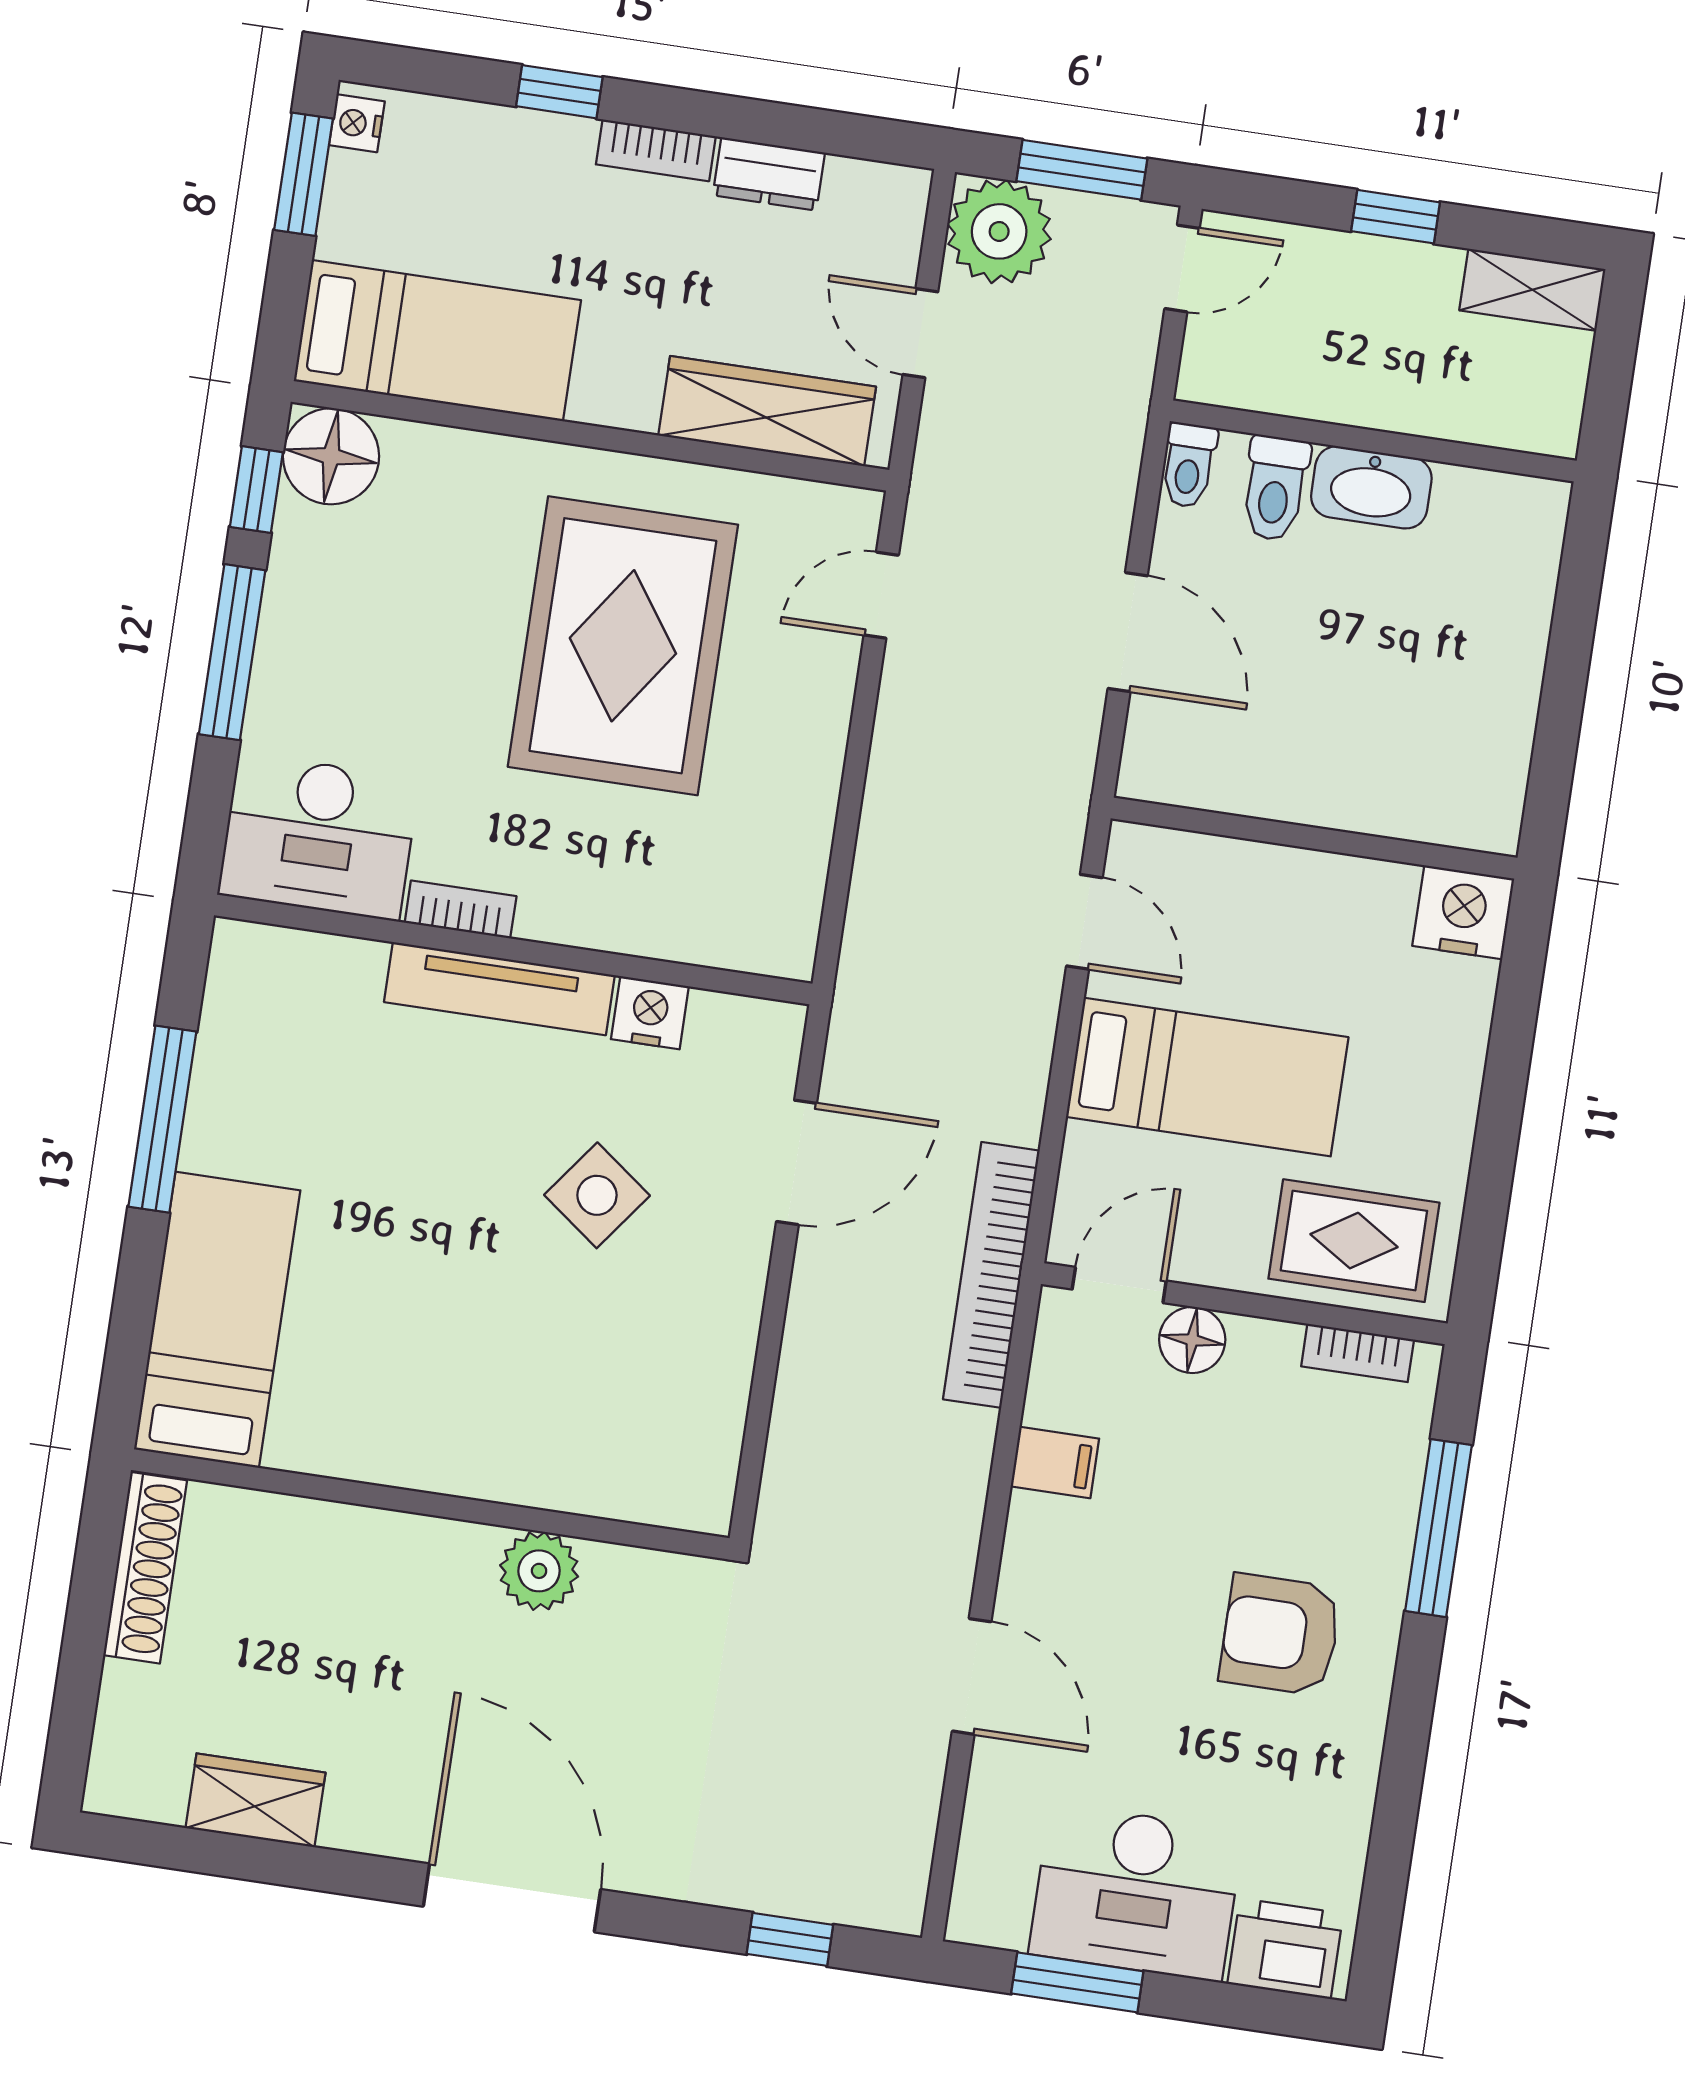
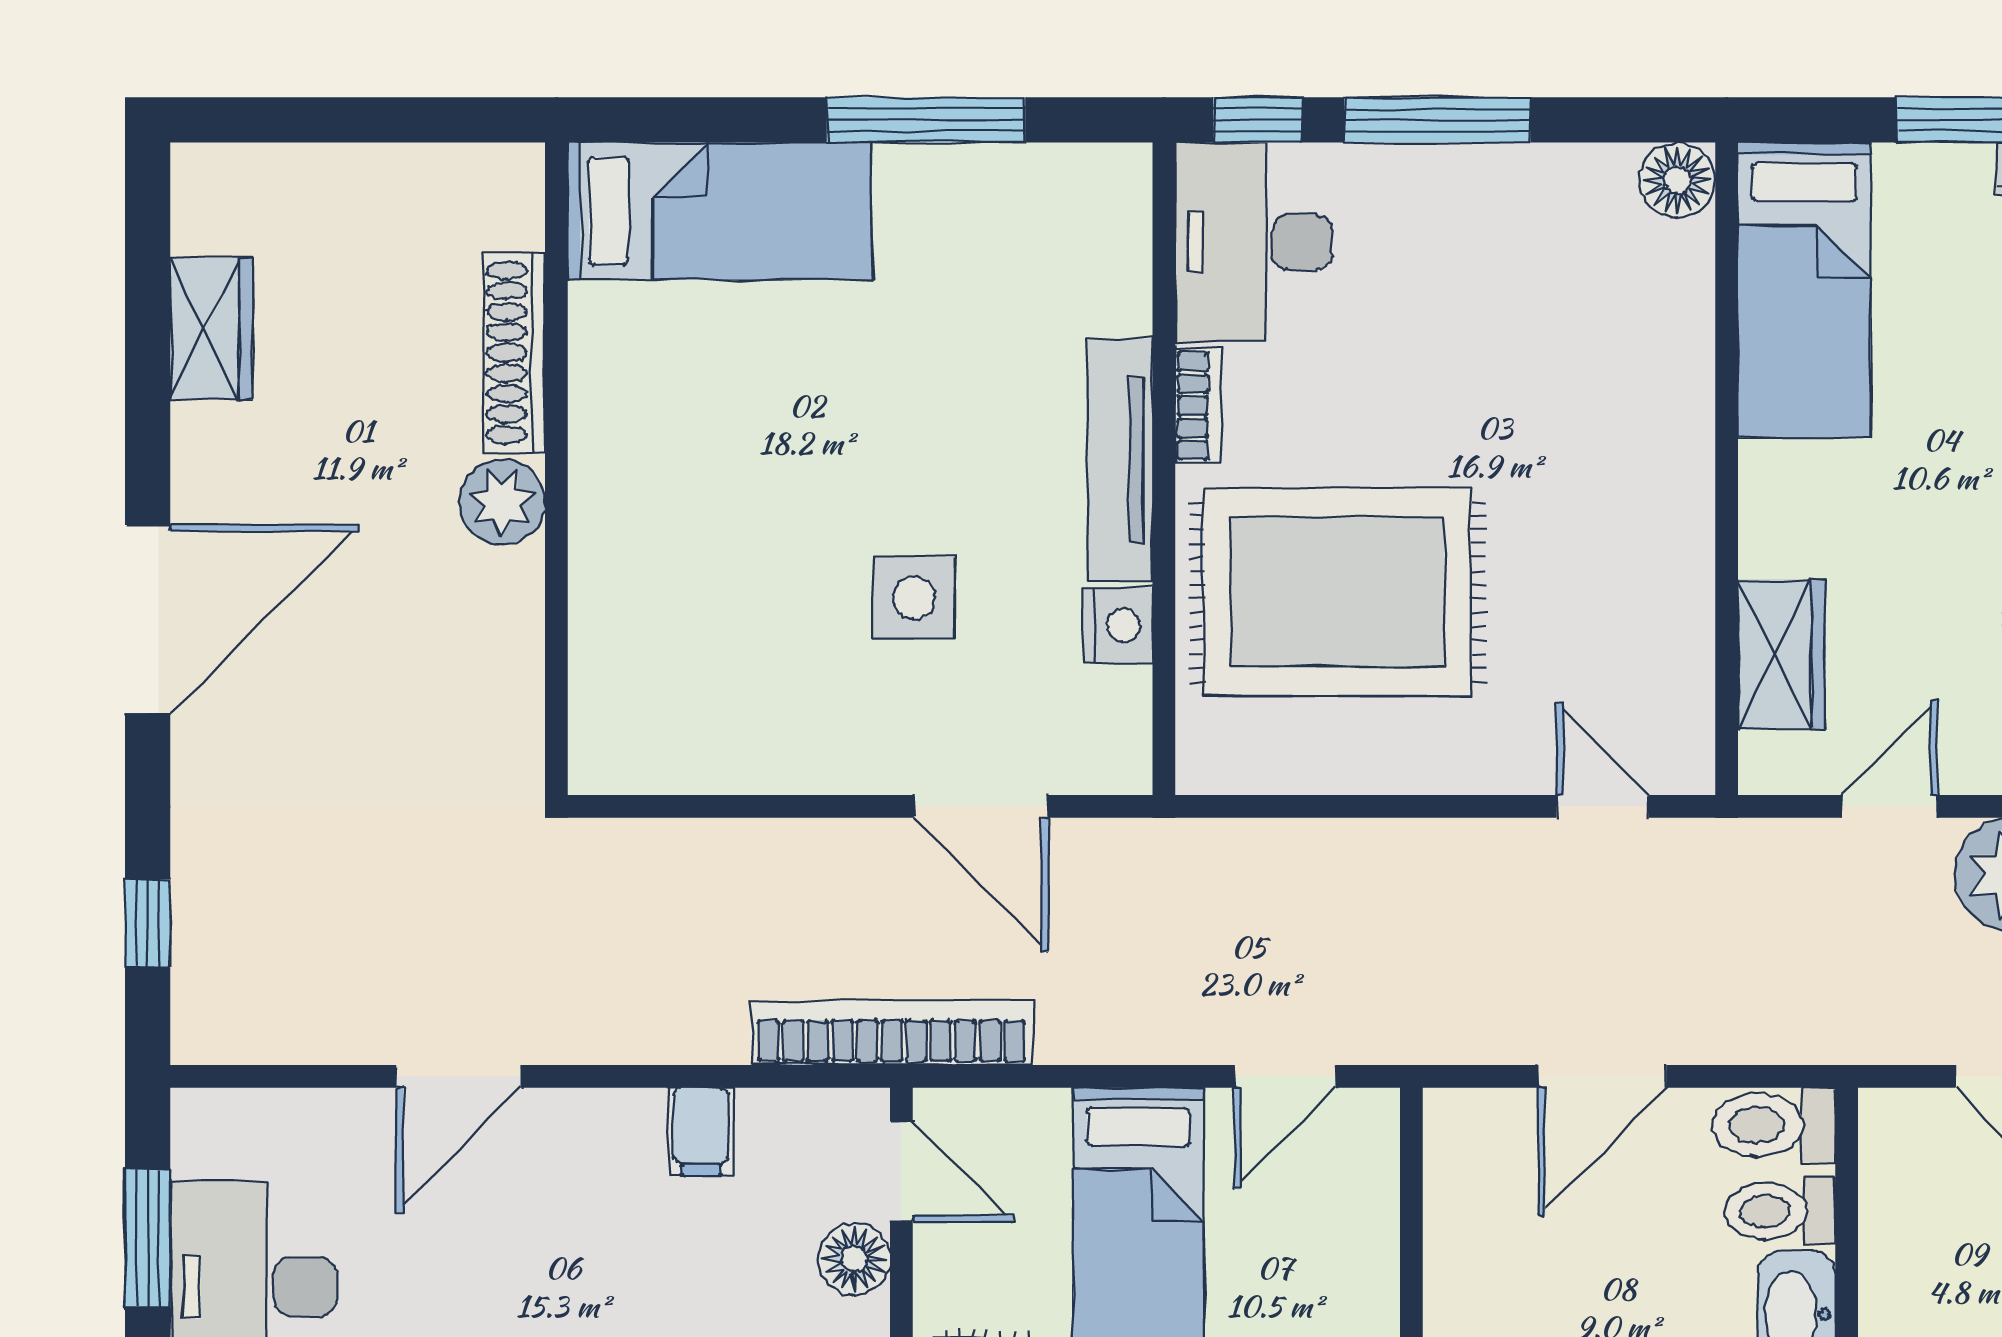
wardrobe: (767, 411) -> (1781, 655), width x0.67
floor lamp: (331, 456) -> (1677, 180), width x0.73, depth x0.73
toilet: (1189, 465) -> (1774, 1125), width x1.37, depth x1.39
window: (256, 490) -> (1258, 120), moved
rug: (623, 646) -> (1338, 592), moved
side table: (597, 1195) -> (914, 598), turned -37
shoe rack: (145, 1568) -> (514, 353), moved, turned 90
plant: (539, 1571) -> (502, 502), moved

